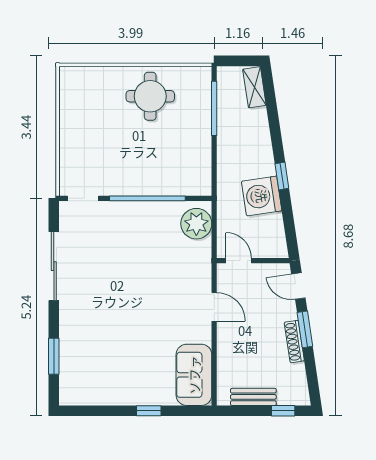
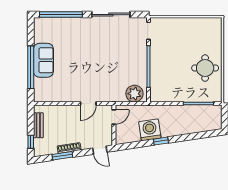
shelving: (254, 87) -> (210, 126), removed
door: (298, 286) -> (100, 150), swing flipped
window: (305, 329) -> (62, 156), moved
window: (54, 356) -> (61, 15), width x2.11
sofa: (194, 375) -> (43, 60), moved, turned 90
window: (149, 411) -> (31, 67), width x3.17

